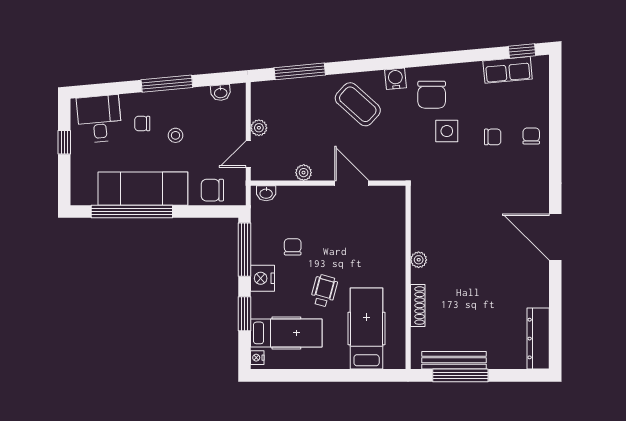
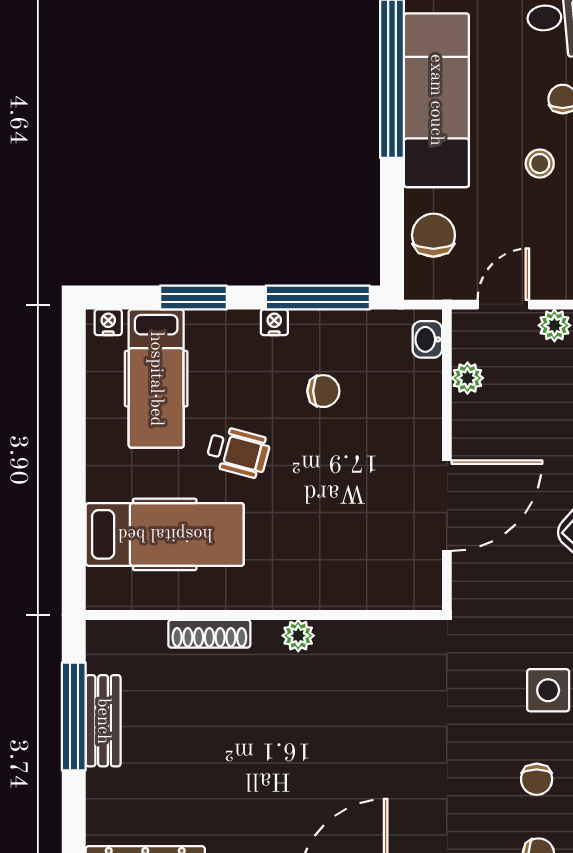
door: (248, 154) -> (503, 305), hinge flipped
plant: (304, 173) -> (467, 378), moved
door: (352, 183) -> (447, 506), width x1.36
nightstand: (262, 278) -> (274, 322), width x0.53, depth x0.56
bench: (454, 360) -> (103, 721), width x0.73

